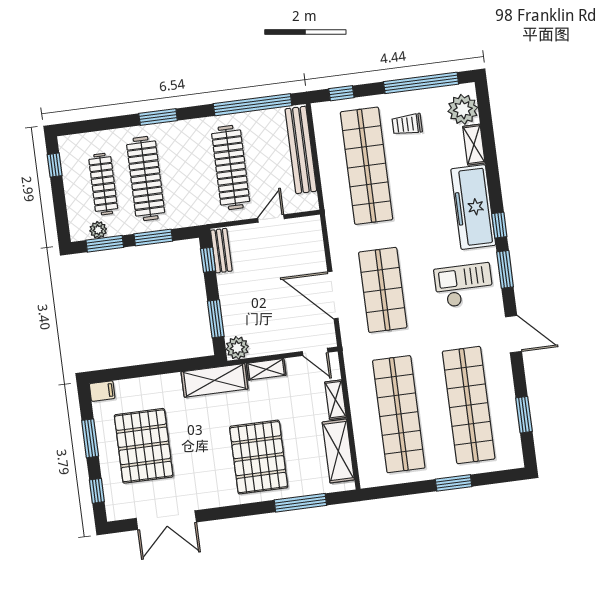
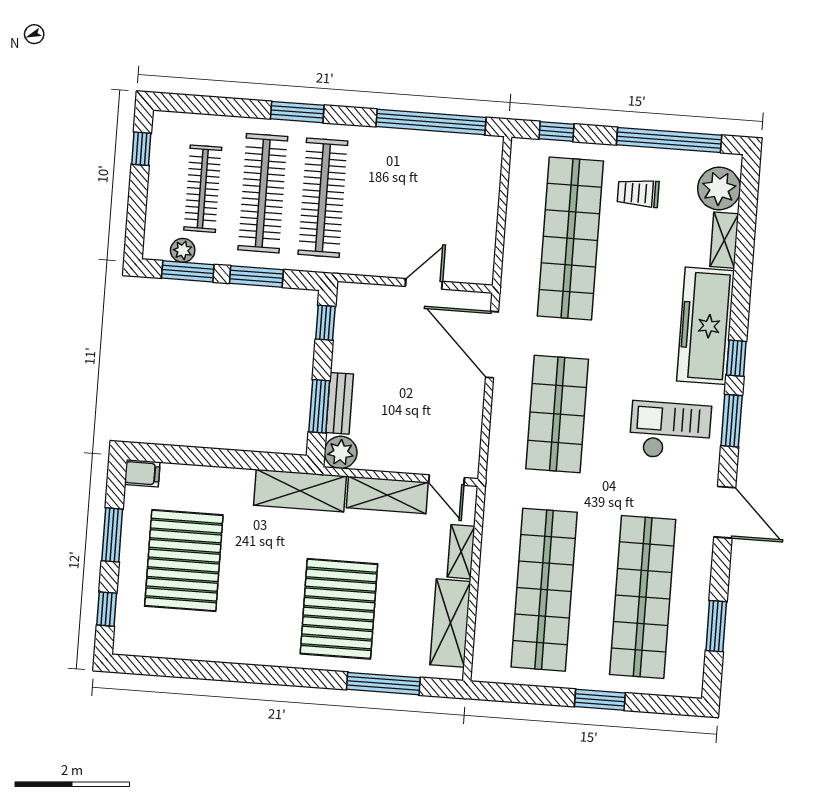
bench: (301, 150) -> (485, 198), removed
clothes rail: (231, 167) -> (323, 198), moved
bench: (221, 251) -> (340, 403), moved
door: (333, 295) -> (492, 345), moved
shelving: (266, 369) -> (387, 495), width x1.50, depth x1.33
double door: (166, 520) -> (194, 669), removed

